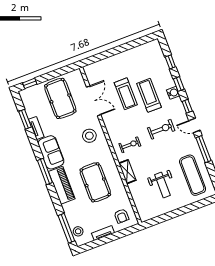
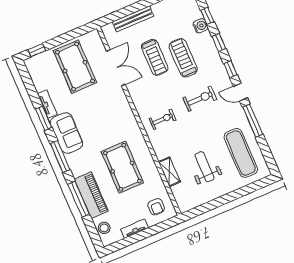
bench: (109, 62) -> (133, 19), added
water cooler: (173, 93) -> (200, 26), moved
window: (25, 119) -> (44, 118), moved
stool: (89, 136) -> (113, 111), removed
shelving: (127, 172) -> (169, 172), moved
piano: (62, 185) -> (91, 195), moved
weight bench: (162, 185) -> (205, 167), turned 180
window: (66, 228) -> (79, 199), moved

